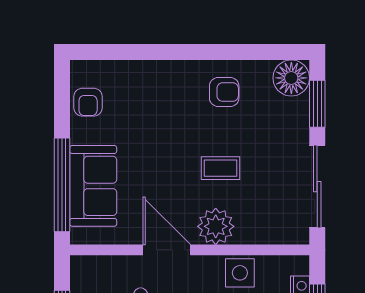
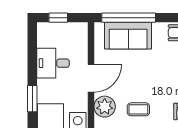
coffee table: (220, 168) -> (138, 109), turned 90

